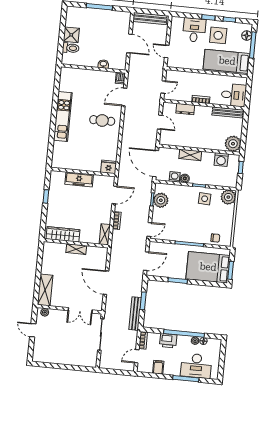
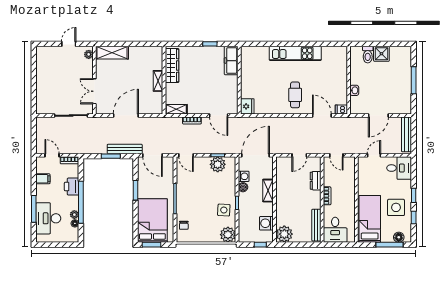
desk: (194, 30) -> (399, 168), moved
freezer: (79, 179) -> (231, 61), moved
bench: (135, 314) -> (125, 149), moved

